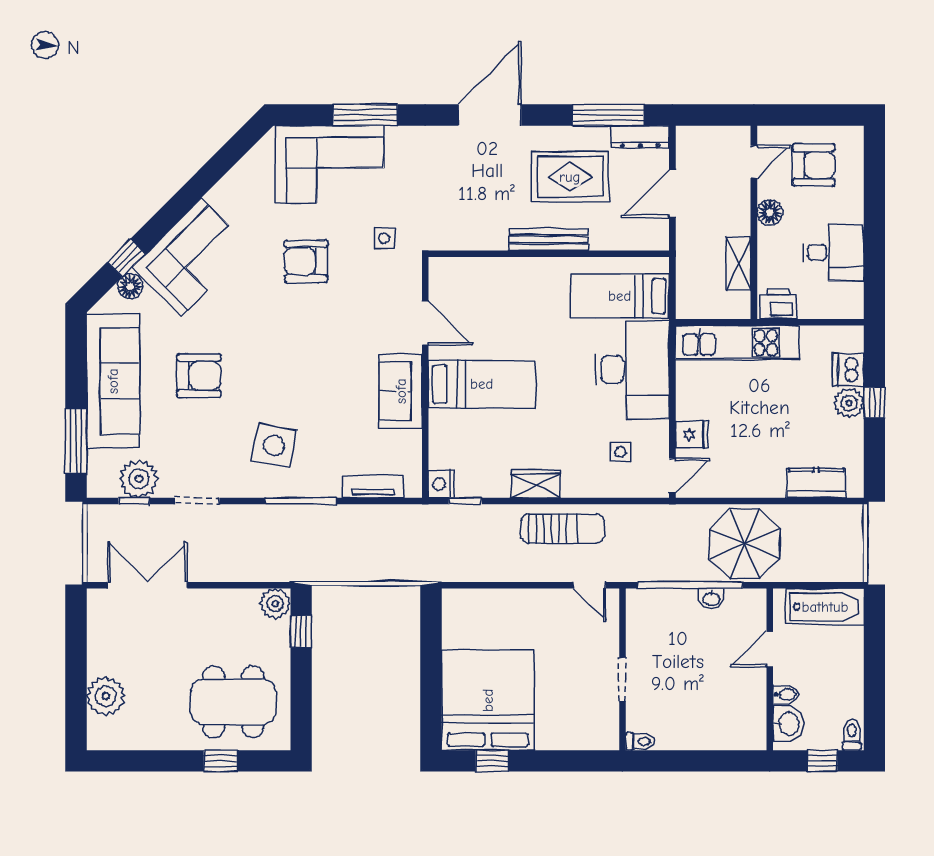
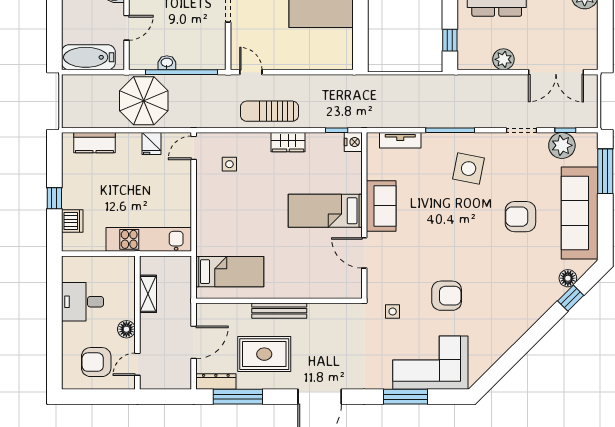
corner sofa: (191, 257) -> (526, 298), removed
printer: (778, 304) -> (121, 266), removed
desk: (632, 370) -> (221, 221), removed
plant: (849, 403) -> (72, 198), removed
fridge: (692, 435) -> (152, 144), moved, turned -90
plant: (275, 604) -> (503, 59), moved

